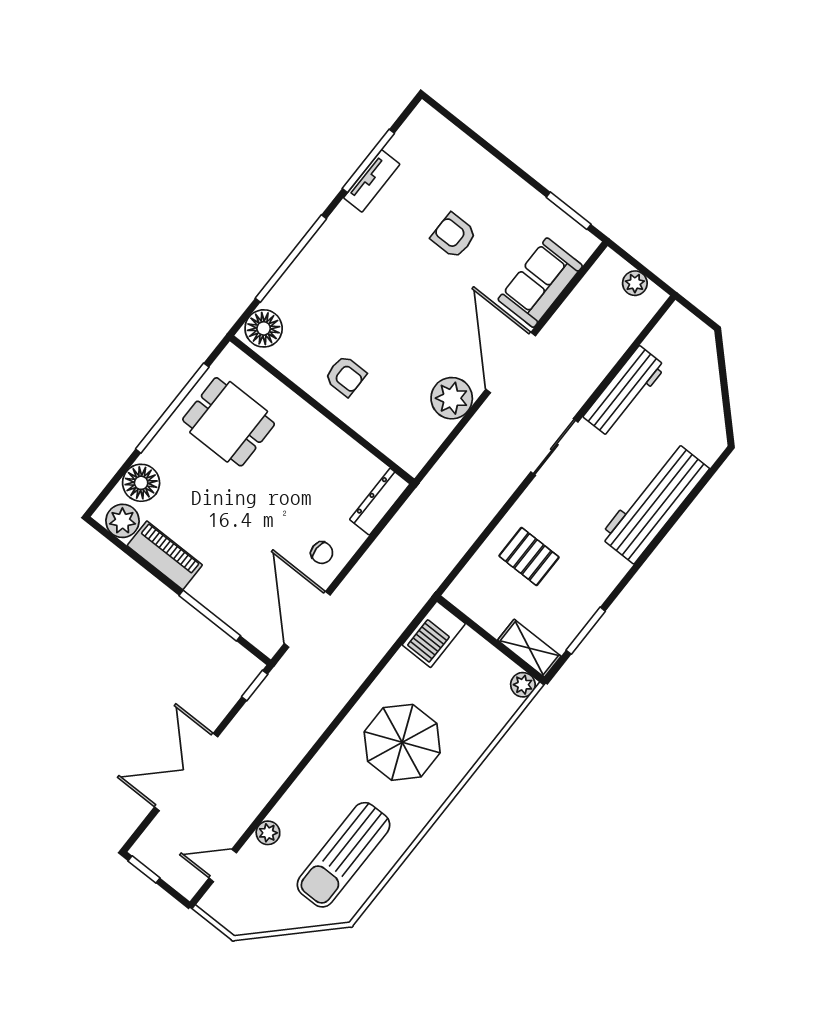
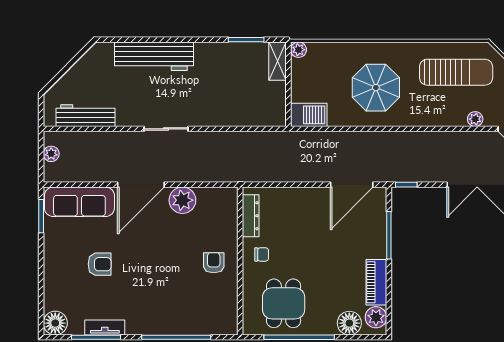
armchair: (454, 236) -> (100, 264), turned -90
sofa: (540, 283) -> (79, 202), width x1.36
floor lamp: (264, 328) -> (55, 323), moved
workbench: (624, 392) -> (86, 116), moved
dresser: (380, 502) -> (251, 216), moved, turned -90
chair: (322, 553) -> (262, 254), moved, turned 90
pallet: (529, 557) -> (231, 98), removed

